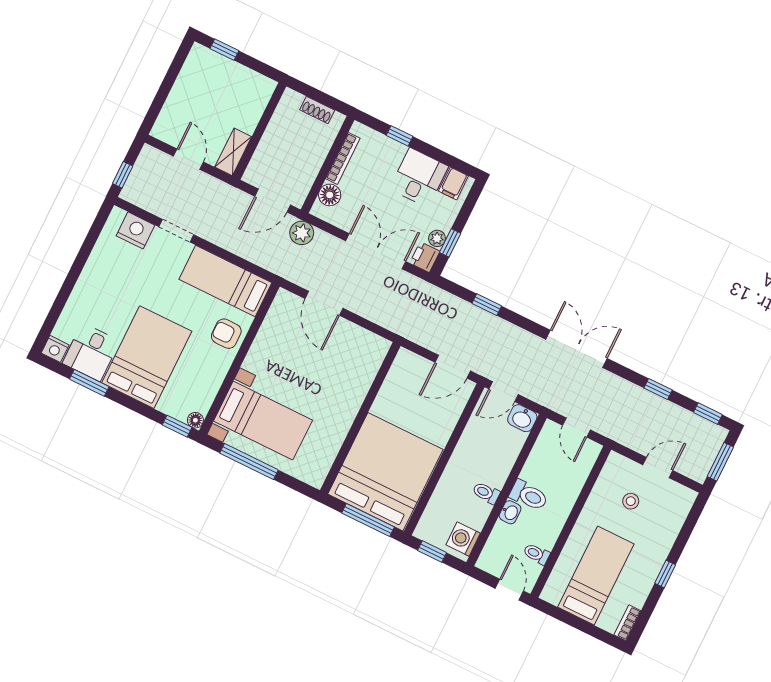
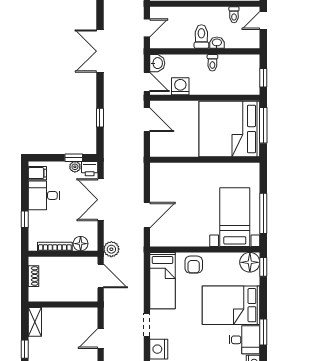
shelving: (233, 152) -> (35, 322), moved, turned 90
floor lamp: (195, 420) -> (250, 262), width x1.89, depth x1.89
washing machine: (463, 539) -> (180, 86), moved, turned 180

